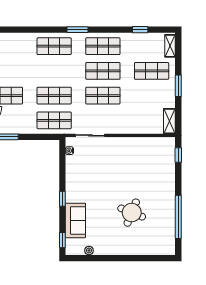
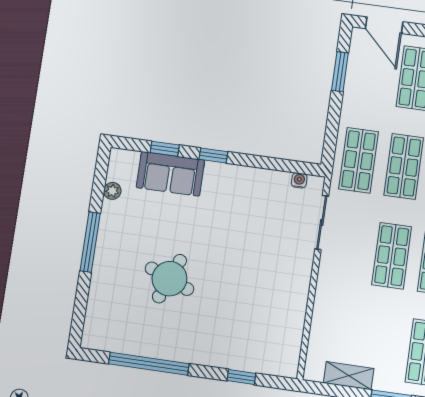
shelving: (169, 121) -> (349, 376), moved
window: (178, 155) -> (241, 377), moved
window: (62, 240) -> (165, 149), moved
window: (118, 258) -> (90, 242), added

